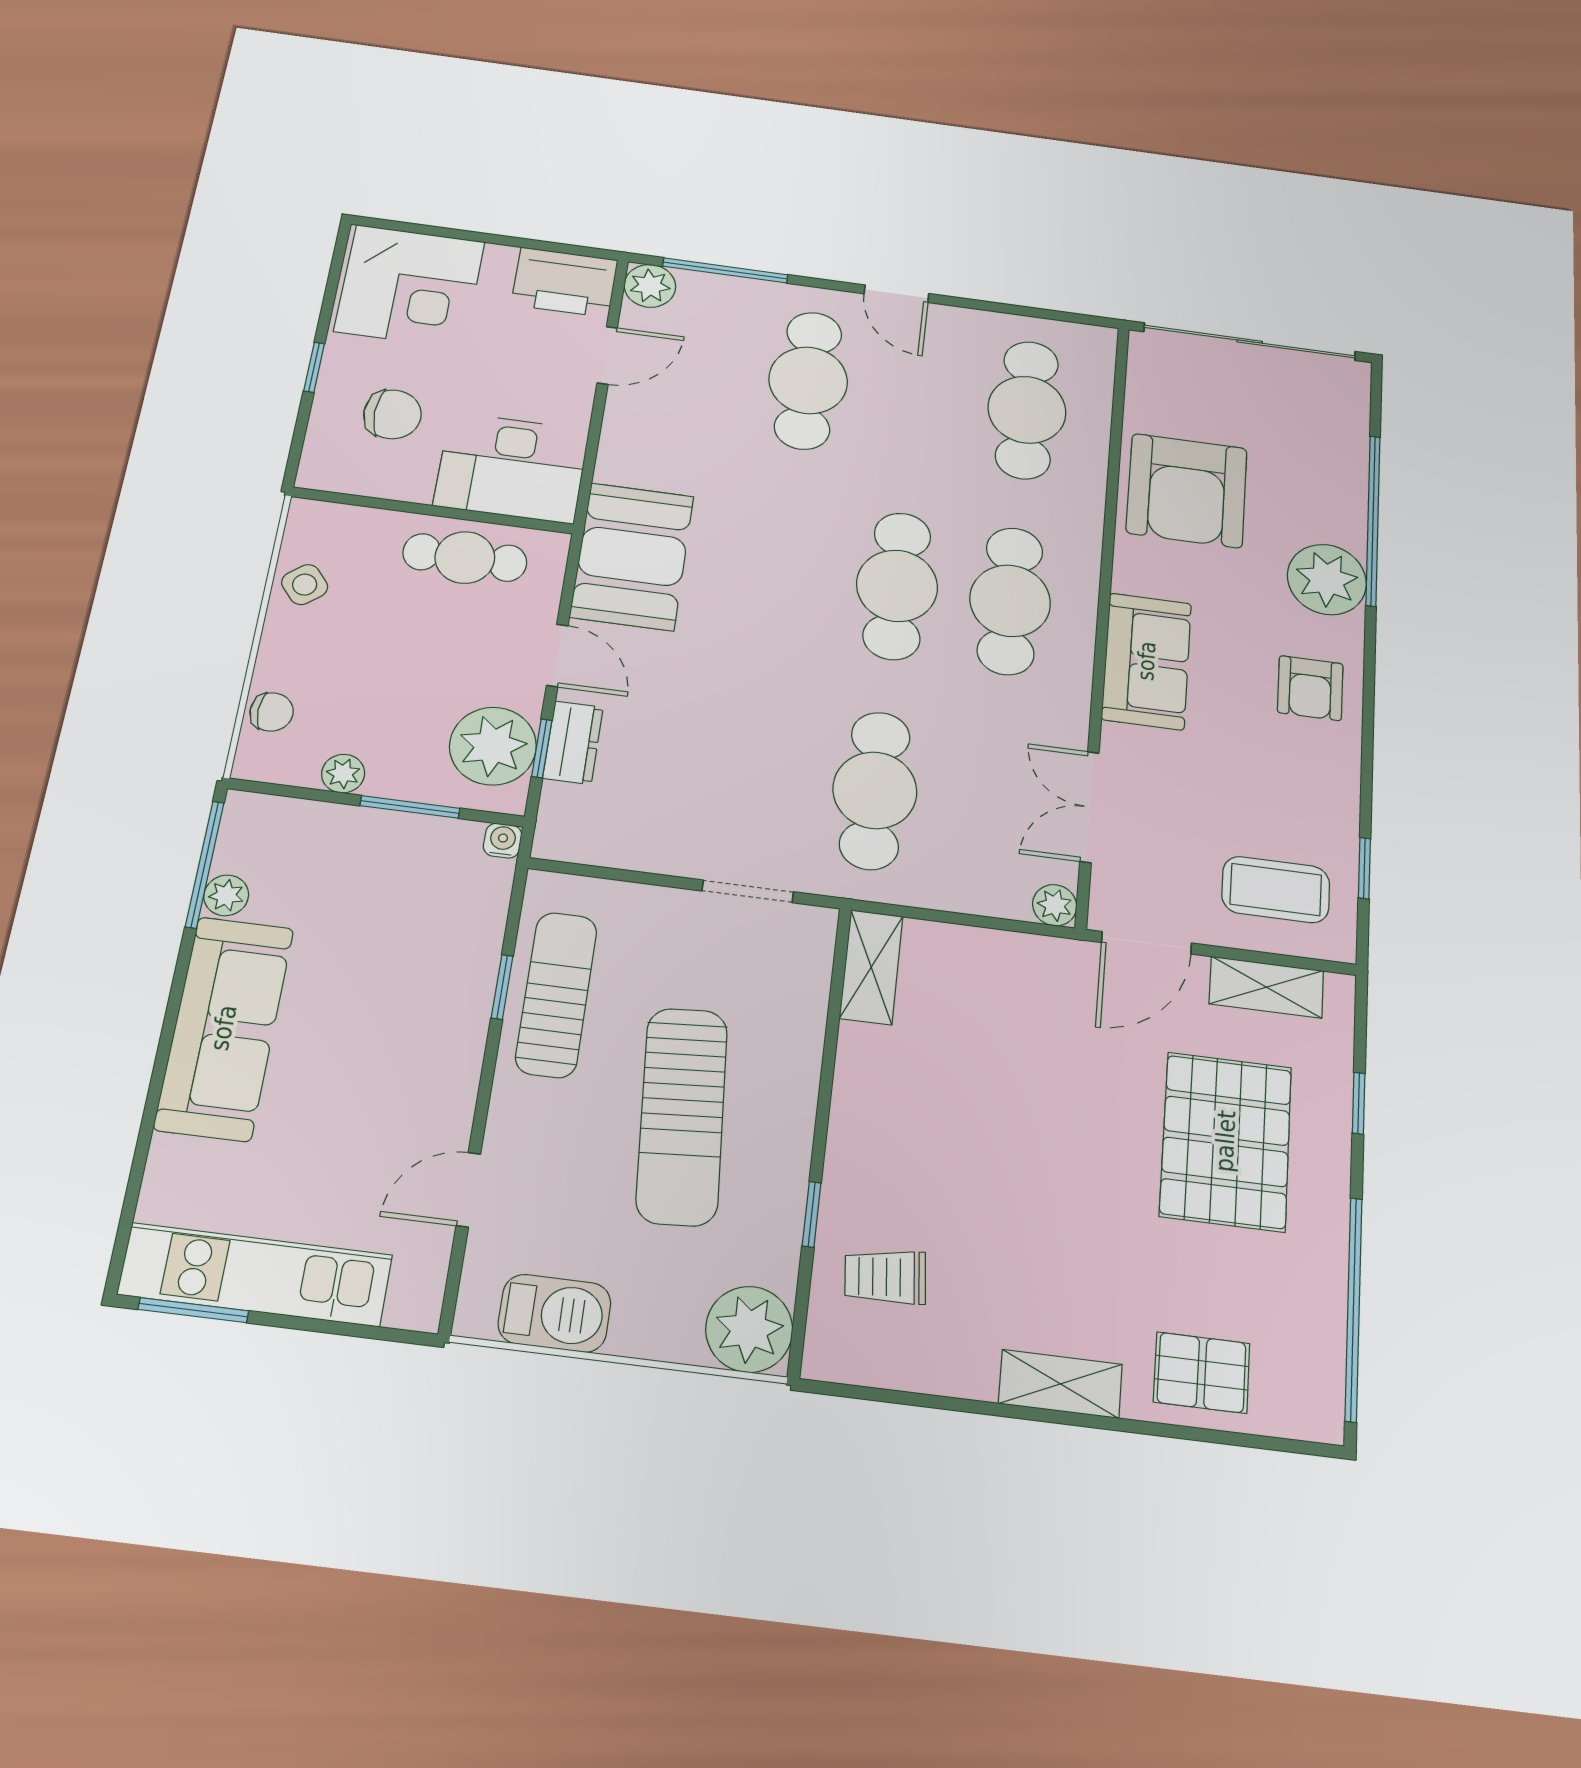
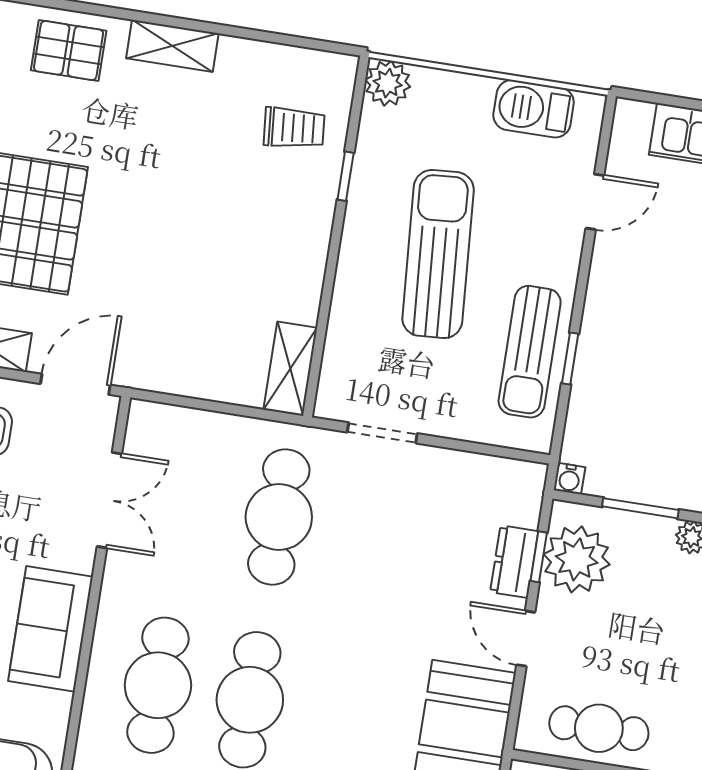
plant: (1055, 905) -> (144, 417), removed
plant: (749, 1329) -> (388, 83), width x0.73, depth x0.73

